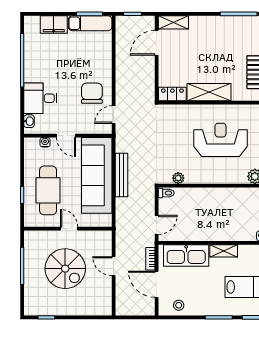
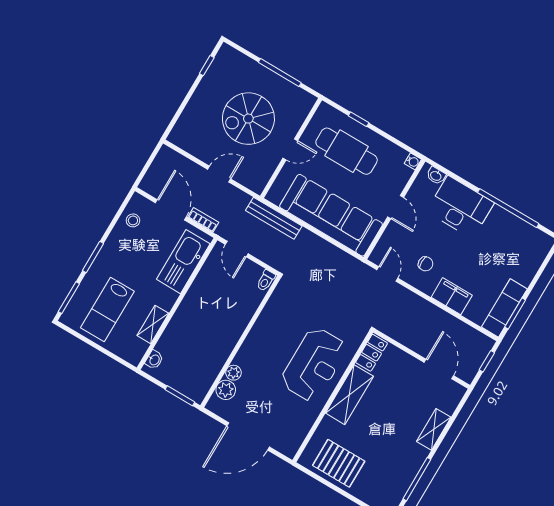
shelving: (173, 22) -> (434, 429), moved
filing cabinet: (54, 24) -> (452, 296), moved, turned 90
chair: (92, 93) -> (426, 264), width x0.54, depth x0.54
desk: (40, 98) -> (460, 207), width x1.37
door: (66, 136) -> (396, 207), swing flipped
reception desk: (221, 140) -> (314, 364), moved
water cooler: (45, 142) -> (413, 161), moved
bench: (122, 175) -> (274, 218), moved
plant: (178, 178) -> (233, 373), moved
shelving: (224, 251) -> (153, 324), moved
door: (157, 284) -> (171, 210), hinge flipped

